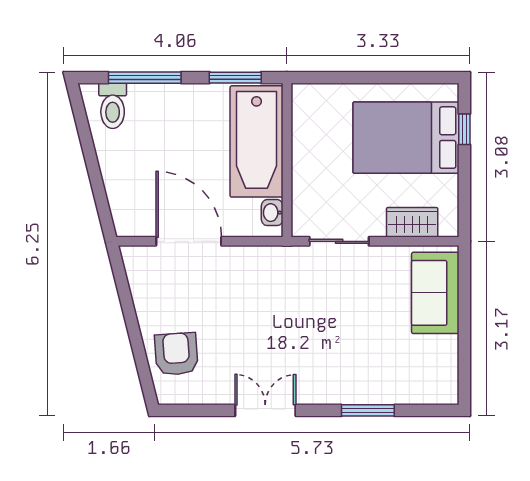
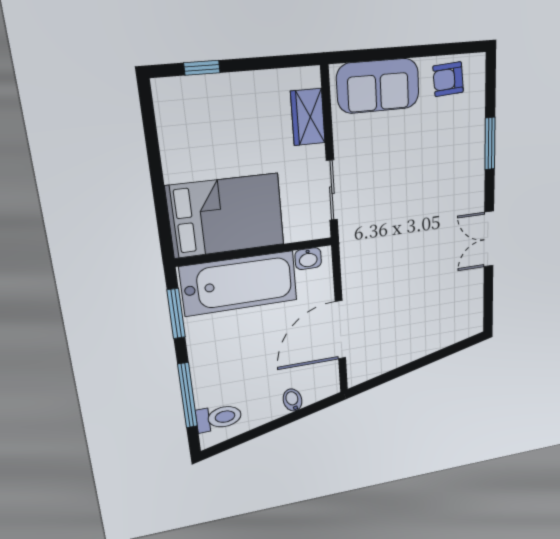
bed: (406, 138) -> (226, 216), moved, turned -90
bidet: (117, 184) -> (293, 400), added
armchair: (176, 354) -> (448, 79), moved, width x0.72, depth x0.72

